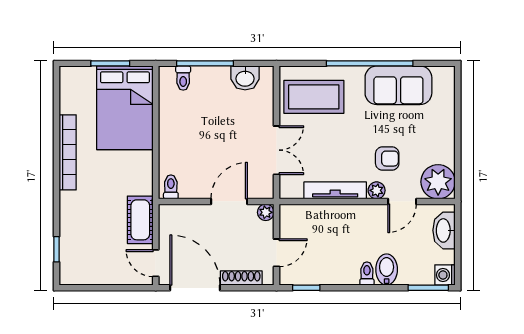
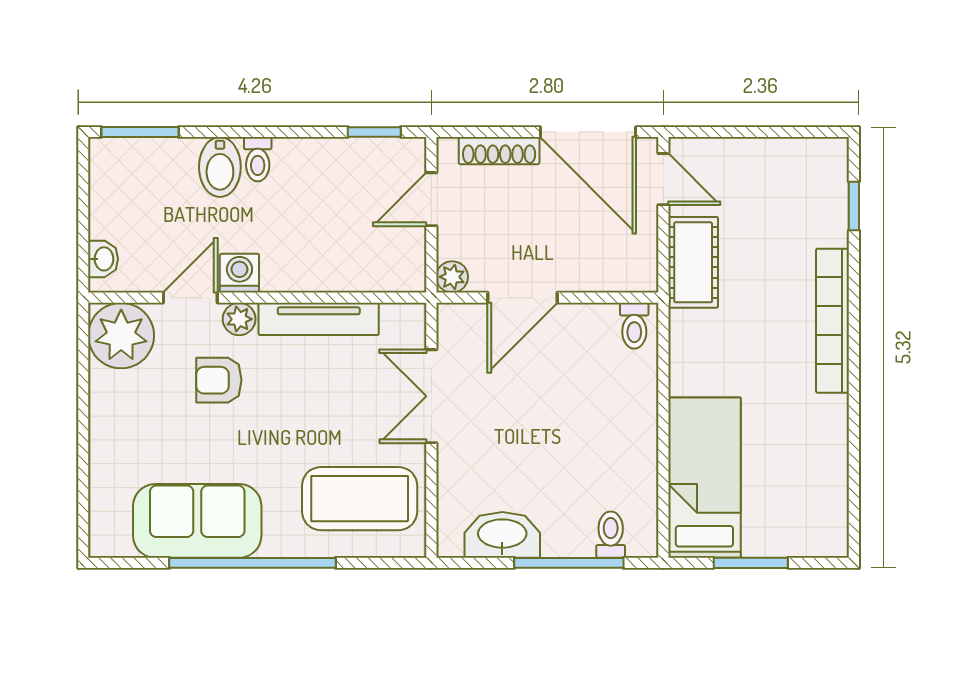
washbasin: (245, 78) -> (502, 535), width x1.38
bed: (125, 108) -> (704, 478), width x0.67
bookcase: (68, 152) -> (833, 321), moved
washbasin: (444, 230) -> (103, 259), width x0.52, depth x0.69
washing machine: (445, 275) -> (239, 273), moved, turned -90

